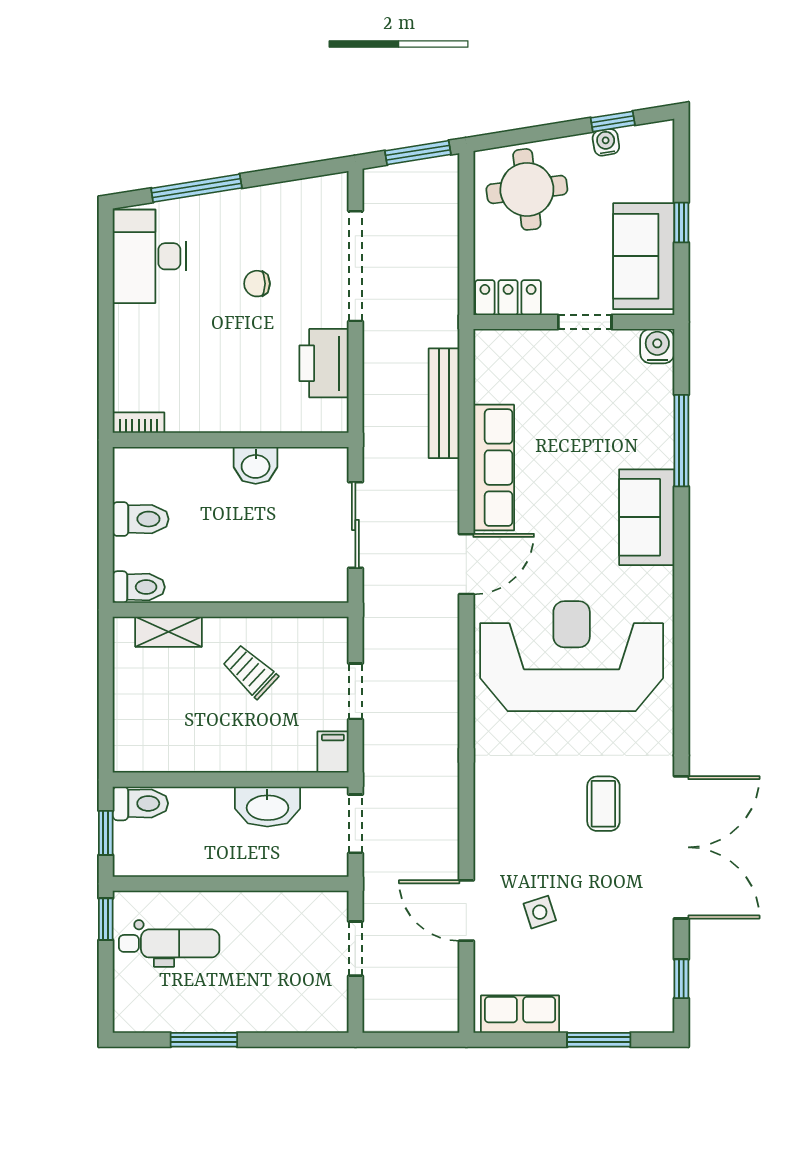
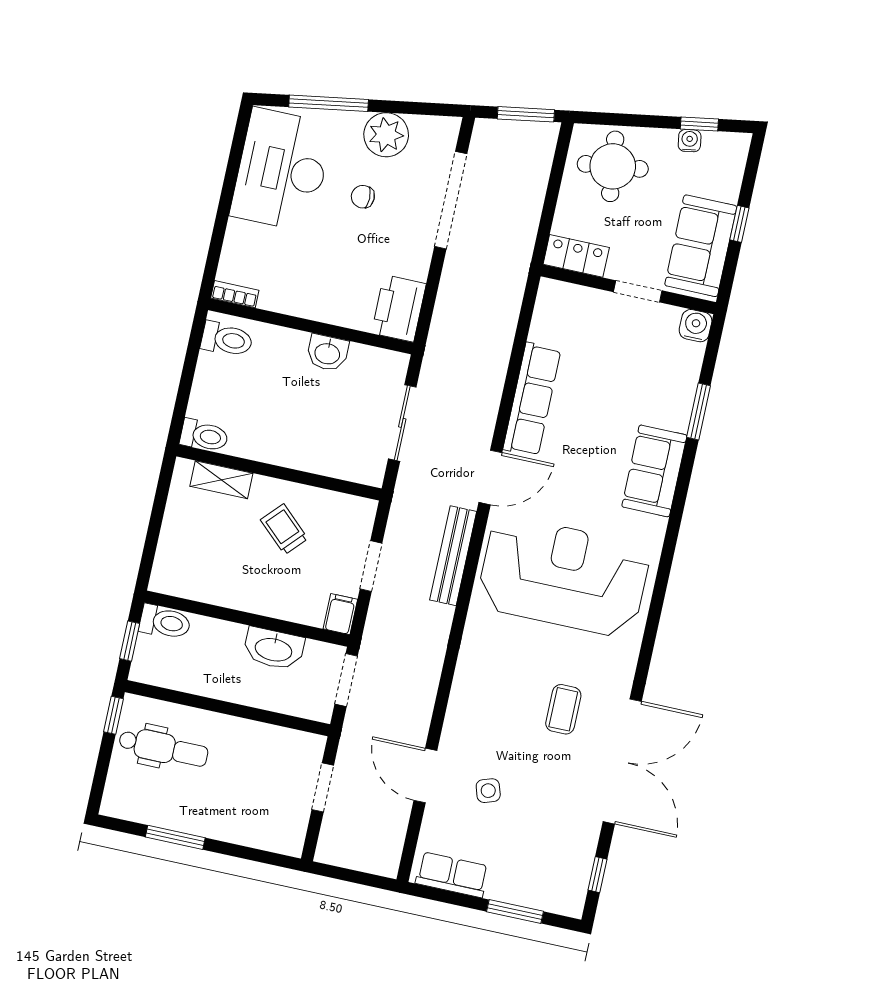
plant: (268, 209) -> (386, 135), added
desk: (150, 256) -> (282, 170), width x1.36, depth x1.30
printer: (324, 363) -> (399, 308), moved
bench: (444, 403) -> (453, 556), moved
window: (681, 441) -> (699, 411), width x0.69
toilet: (141, 519) -> (227, 339), moved

